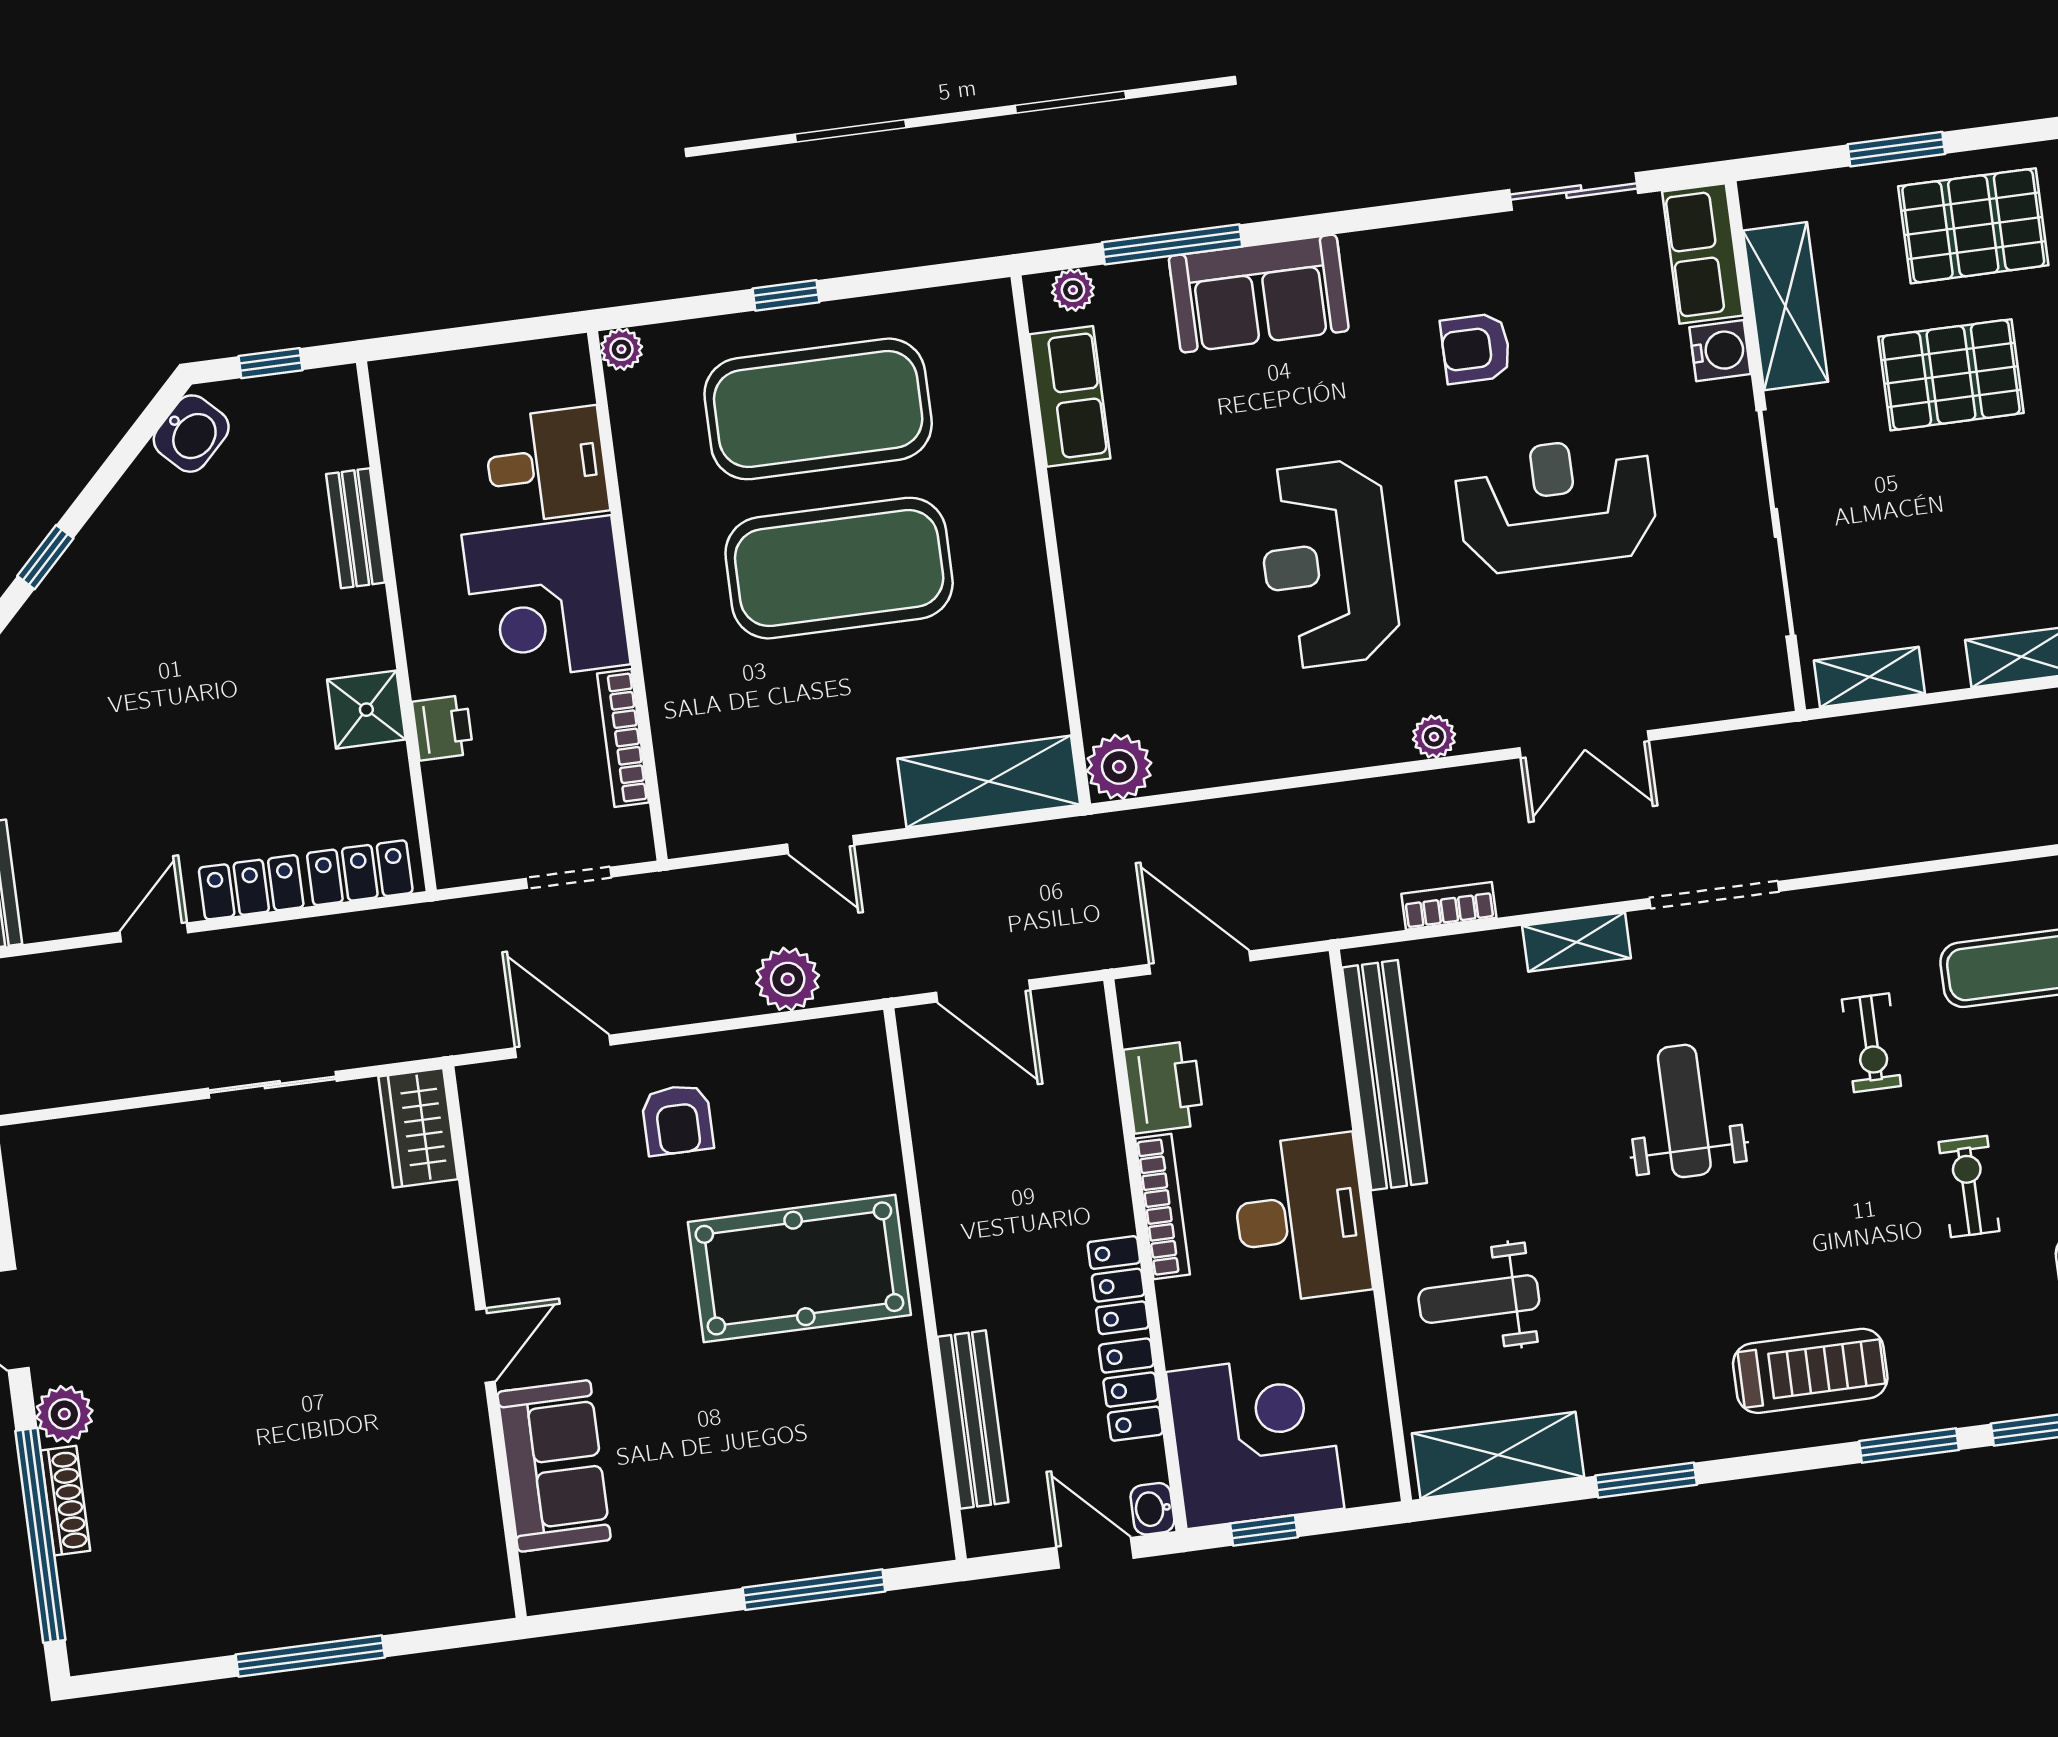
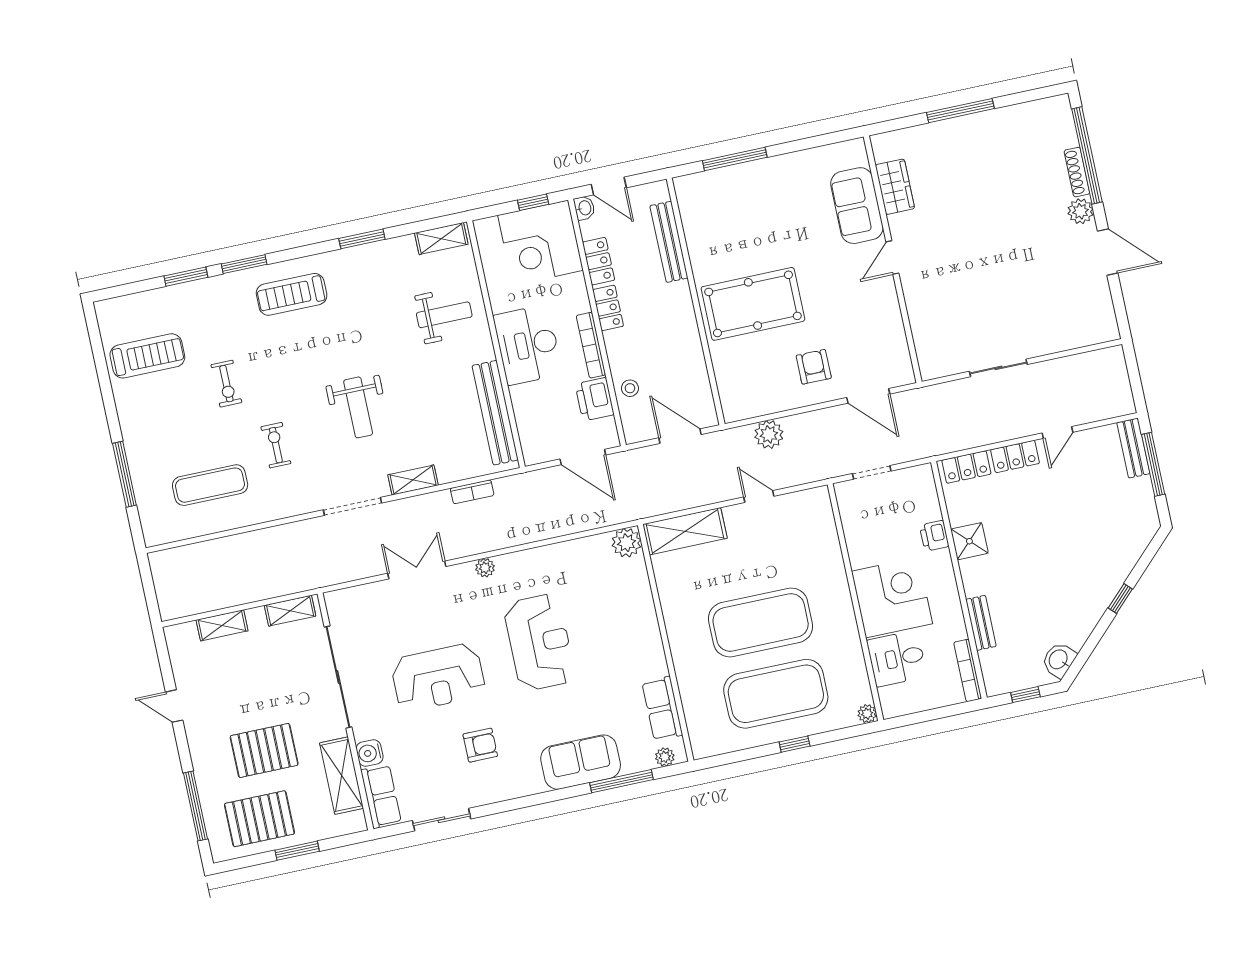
bookcase: (623, 738) -> (968, 670), moved, turned 180
stool: (1084, 1105) -> (630, 388), added
wardrobe: (418, 1128) -> (895, 187), moved
shelving: (1498, 1455) -> (441, 239), width x0.67, depth x0.75

